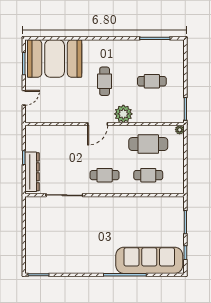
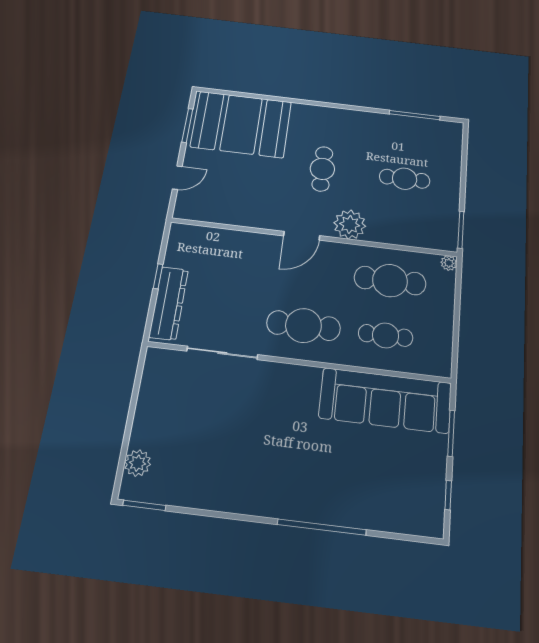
cafe table: (105, 175) -> (303, 326), width x1.37, depth x1.35
plant: (32, 255) -> (138, 463), added
sofa: (149, 260) -> (385, 400), moved, turned 180

